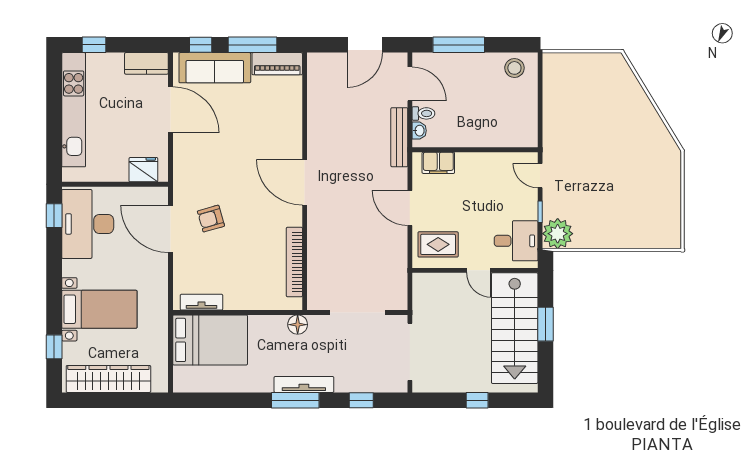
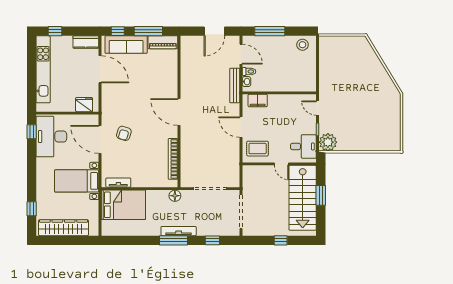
armchair: (211, 219) -> (124, 133), turned -57
bed with nightstands: (99, 309) -> (77, 181), moved, turned 180

